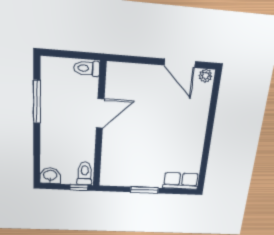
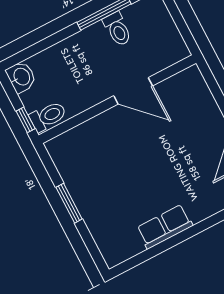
toilet: (87, 68) -> (117, 29), moved, turned 180
row of seats: (181, 181) -> (165, 227), moved, turned -90

